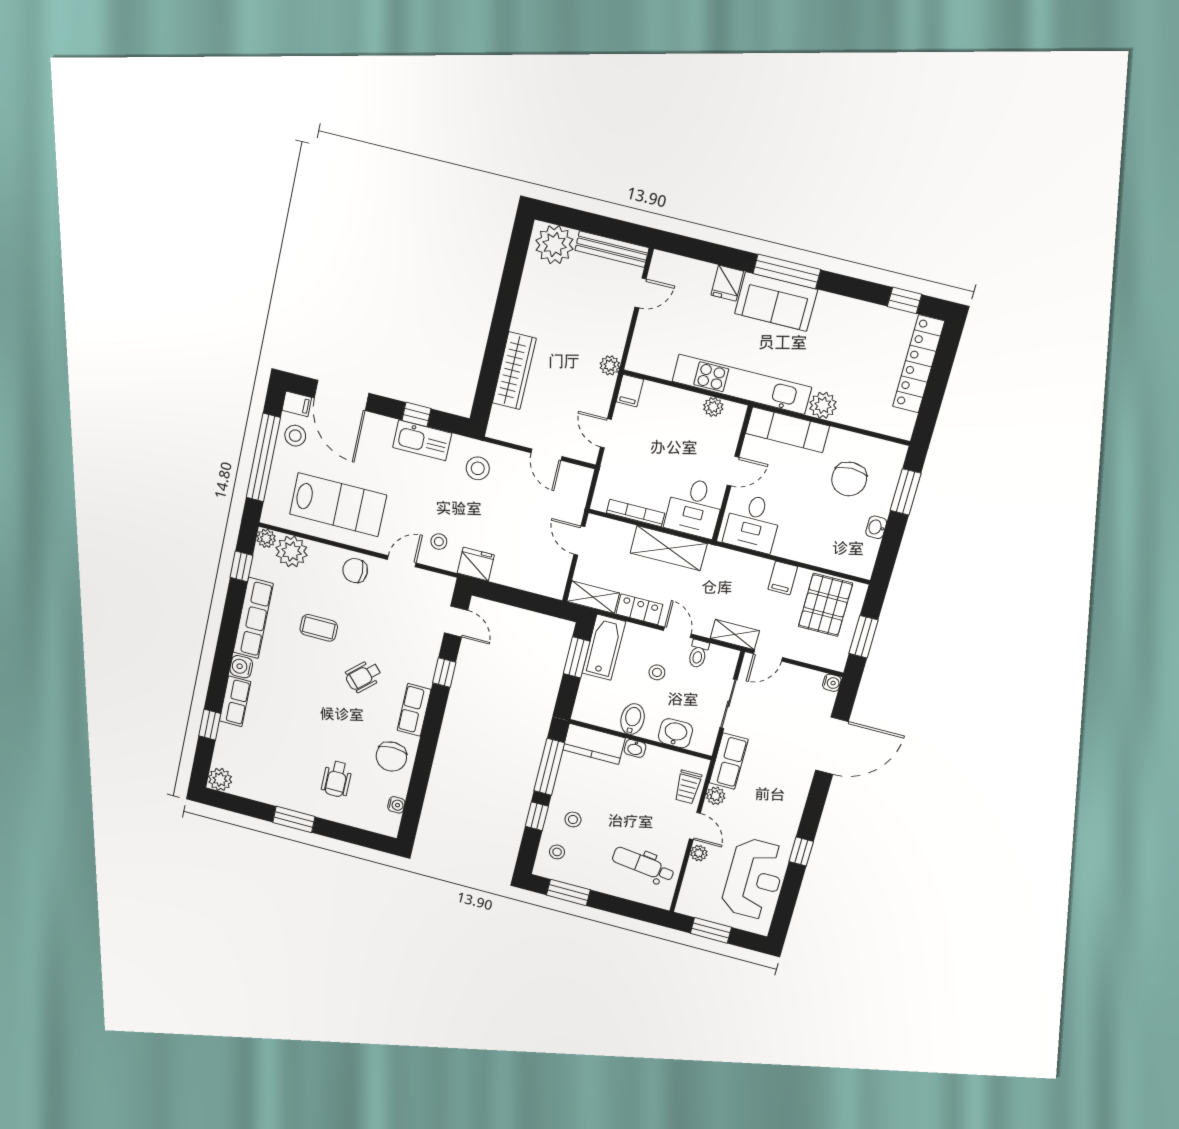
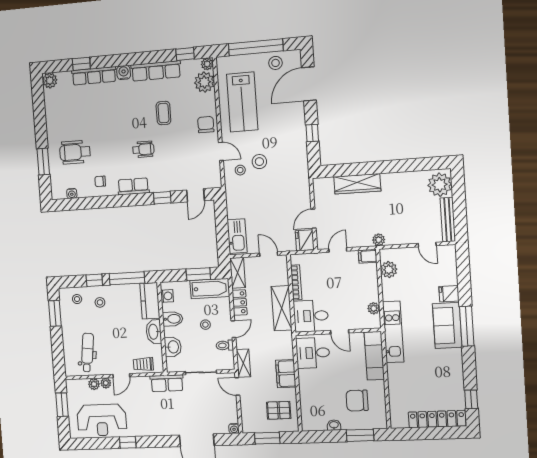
kitchen unit: (742, 384) -> (393, 332), width x0.73
filing cabinet: (297, 404) -> (295, 58), removed
plant: (823, 405) -> (389, 270), moved
kitchen sink: (422, 440) -> (237, 236), moved, turned 180
stool: (478, 468) -> (259, 162), moved
door: (579, 541) -> (269, 254), hinge flipped
fridge: (476, 564) -> (305, 240), moved, turned 180
filing cabinet: (783, 578) -> (286, 374), width x2.00
pallet: (825, 605) -> (279, 410), width x0.67, depth x0.71
wheelchair: (363, 676) -> (143, 149), turned 133
row of seats: (235, 701) -> (94, 76), width x1.48
washing machine: (595, 716) -> (167, 296), added
washbasin: (635, 748) -> (154, 332), width x1.91, depth x1.45
chair: (391, 757) -> (100, 181), width x0.54, depth x0.54
wheelchair: (337, 779) -> (75, 152), width x1.36, depth x1.37
plant: (716, 796) -> (94, 384), moved
window: (294, 819) -> (43, 162), moved

